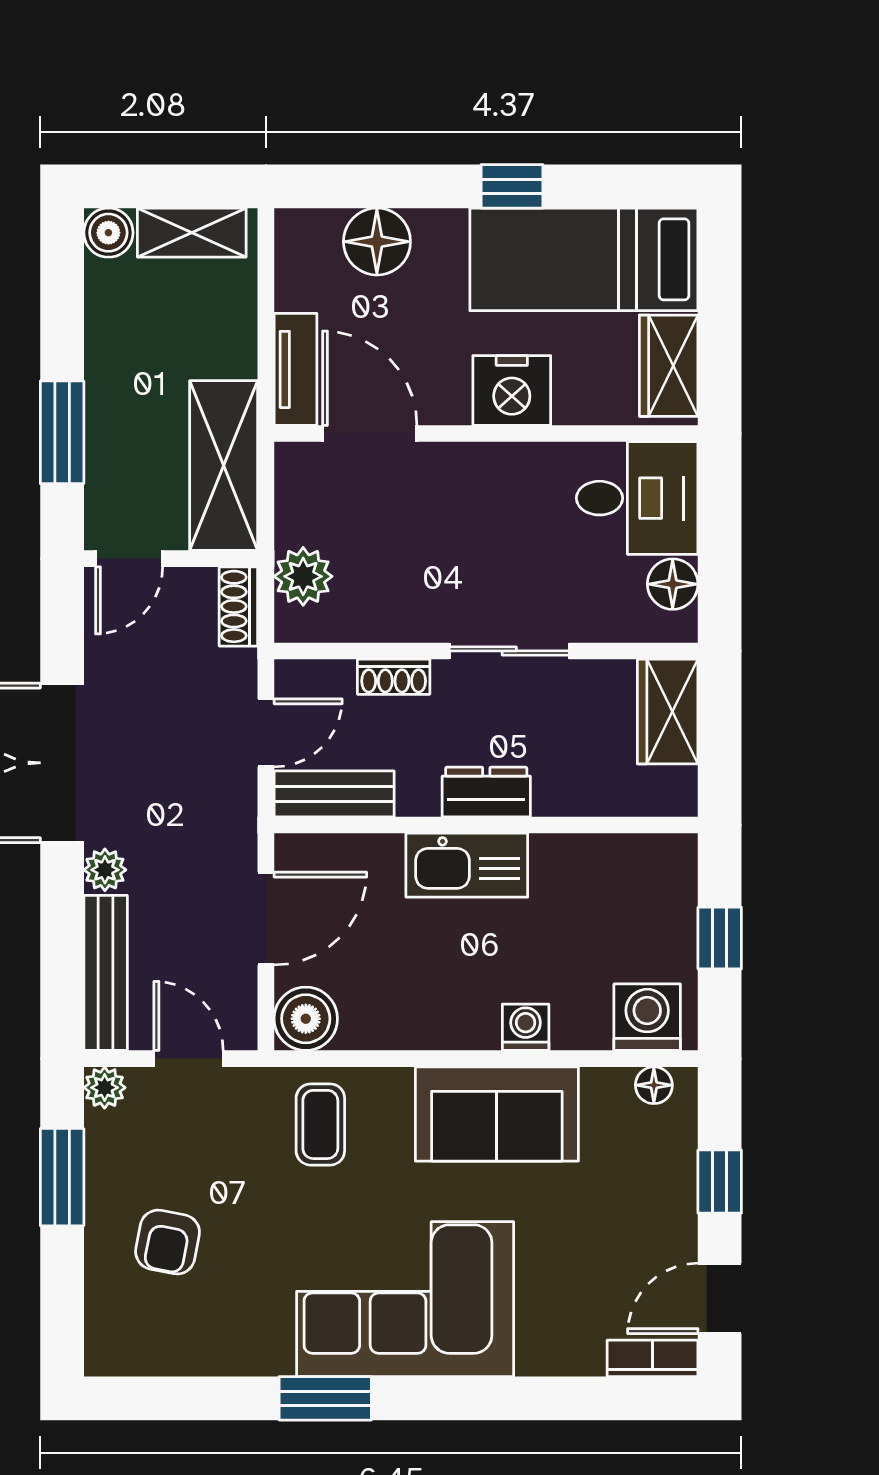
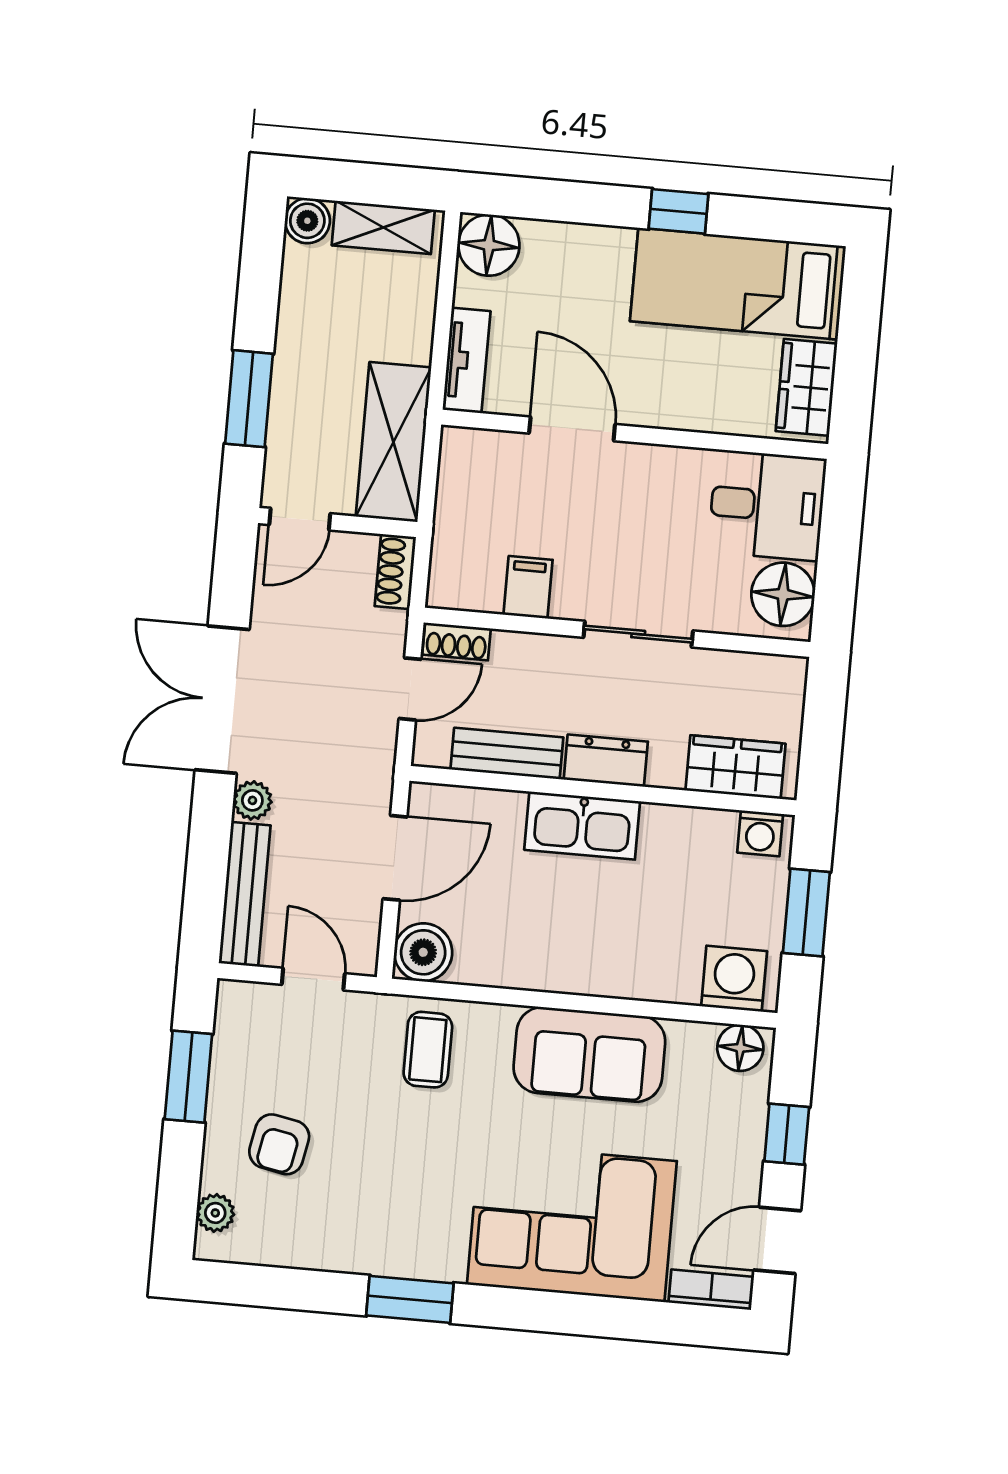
floor lamp: (377, 242) -> (489, 245), moved
nightstand: (512, 391) -> (662, 397), removed
door: (370, 434) -> (572, 429), moved
plant: (303, 576) -> (457, 549), removed
floor lamp: (673, 584) -> (783, 594), width x1.38, depth x1.38
filing cabinet: (385, 611) -> (528, 587), added
shoe rack: (394, 677) -> (457, 641), moved
wardrobe: (668, 711) -> (735, 767), moved, turned 90
bench: (334, 794) -> (507, 753), moved
window: (720, 938) -> (806, 913), width x1.50
washing machine: (526, 1027) -> (760, 833), moved, turned 180
floor lamp: (654, 1085) -> (740, 1048), width x1.37, depth x1.37
plant: (105, 1088) -> (215, 1213), moved
corner sofa: (405, 1299) -> (572, 1223), moved

